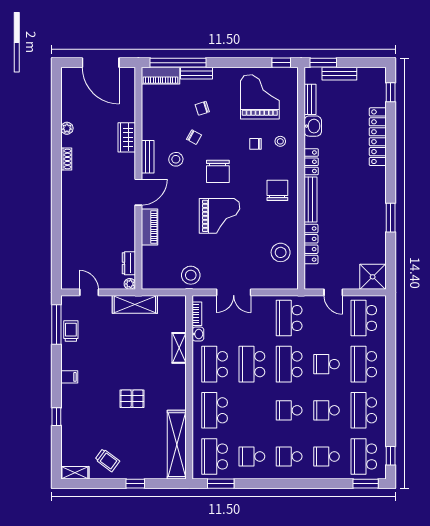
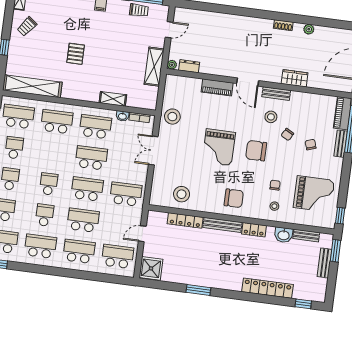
school desk: (326, 364) -> (83, 220), width x1.85

